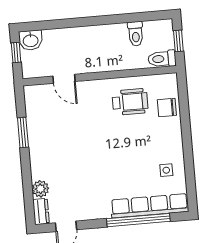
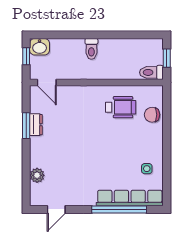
toilet: (136, 34) -> (91, 49), moved
door: (64, 79) -> (47, 82), moved
dresser: (41, 211) -> (36, 125), moved

